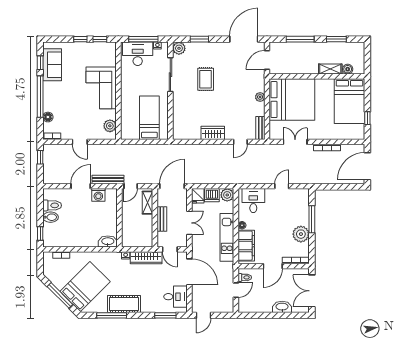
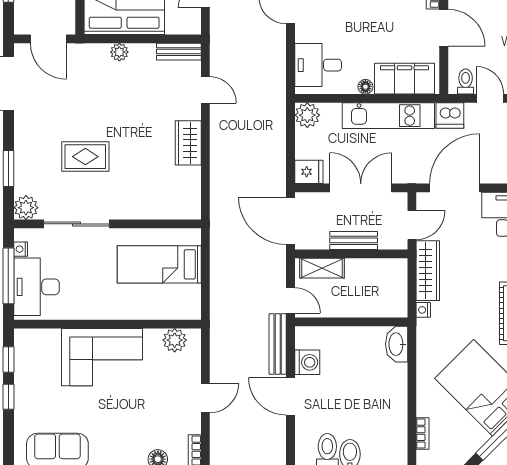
dishwasher: (212, 195) -> (450, 116), moved, turned 90
double door: (189, 223) -> (361, 188), width x1.37

